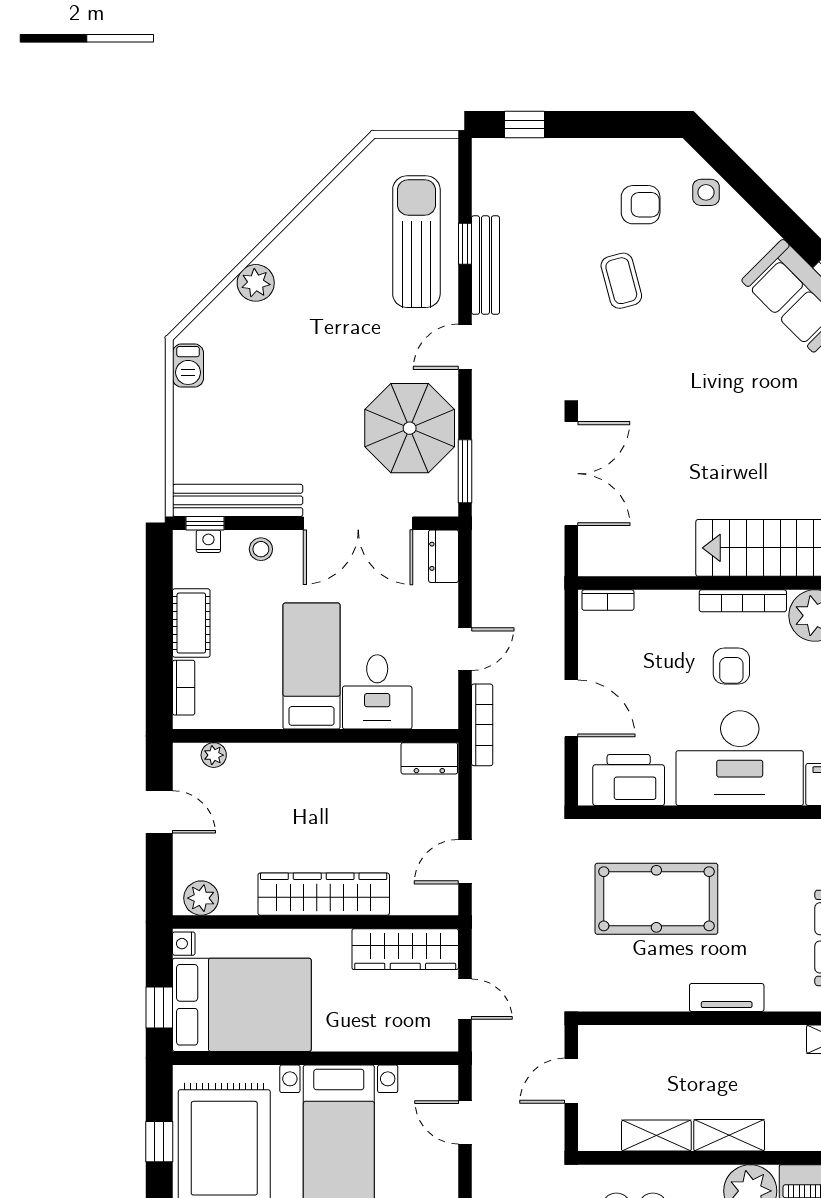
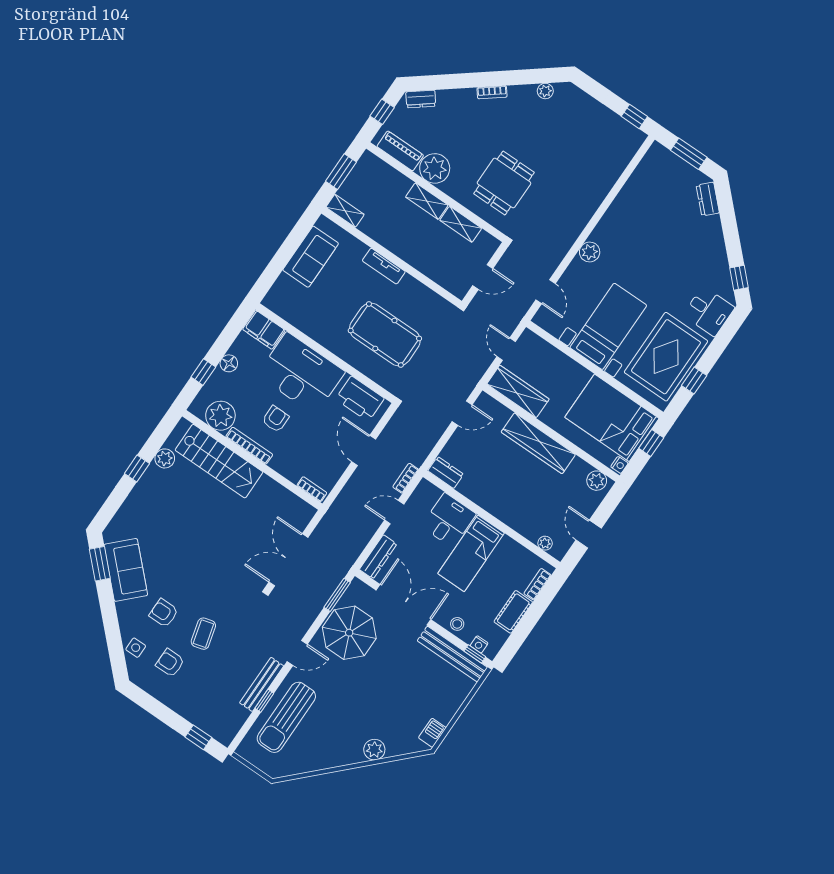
armchair: (700, 271) -> (164, 613), added
dresser: (444, 556) -> (378, 557), width x1.44
bookcase: (482, 725) -> (406, 478), width x0.64

